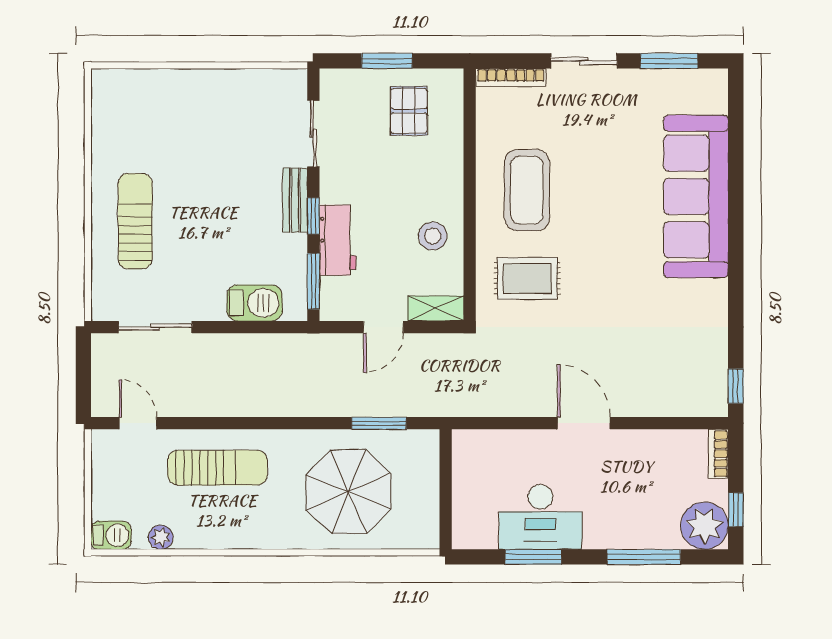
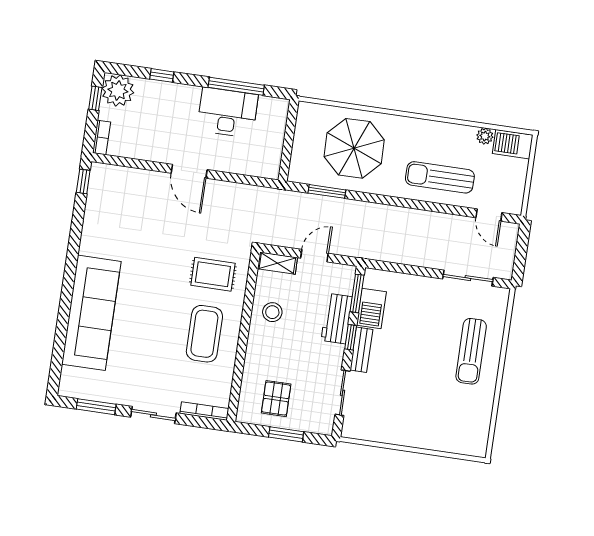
barbecue: (254, 303) -> (371, 308), moved, turned -90
barbecue: (111, 535) -> (513, 144), width x1.38, depth x1.27
window: (533, 557) -> (236, 86), width x1.44
window: (644, 557) -> (162, 75), width x0.46

